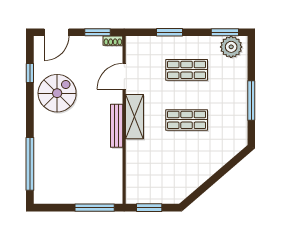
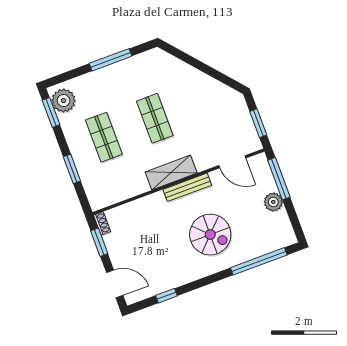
door: (124, 76) -> (232, 162), moved
spiral stairs: (57, 93) -> (210, 235), moved, turned 180
plant: (76, 195) -> (273, 202), added

